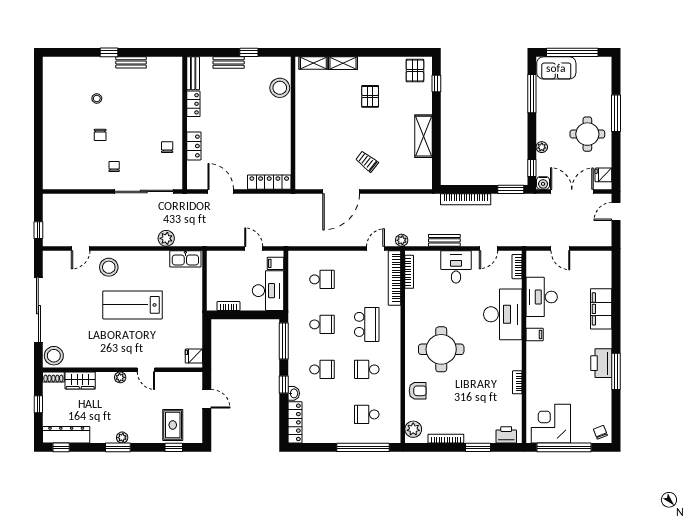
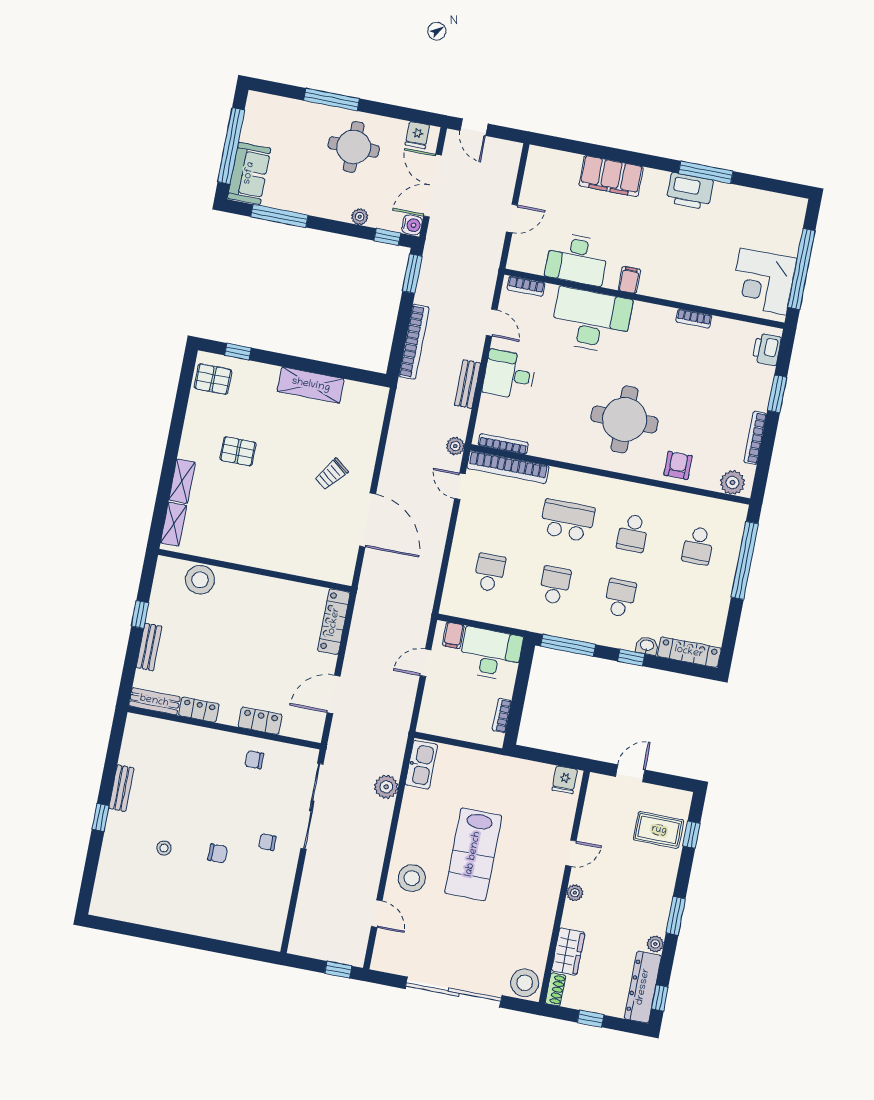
chair: (600, 432) -> (790, 212), removed
plant: (122, 438) -> (655, 944), moved

